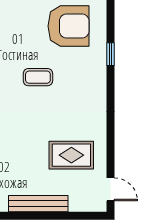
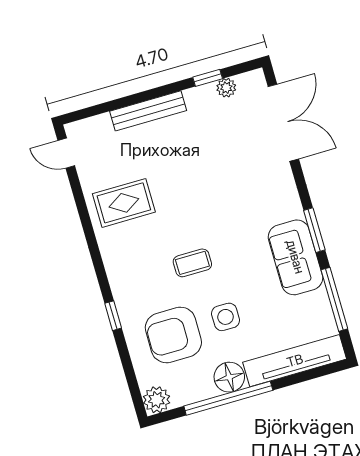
side table: (24, 28) -> (226, 317), added
rug: (71, 155) -> (124, 203), moved

